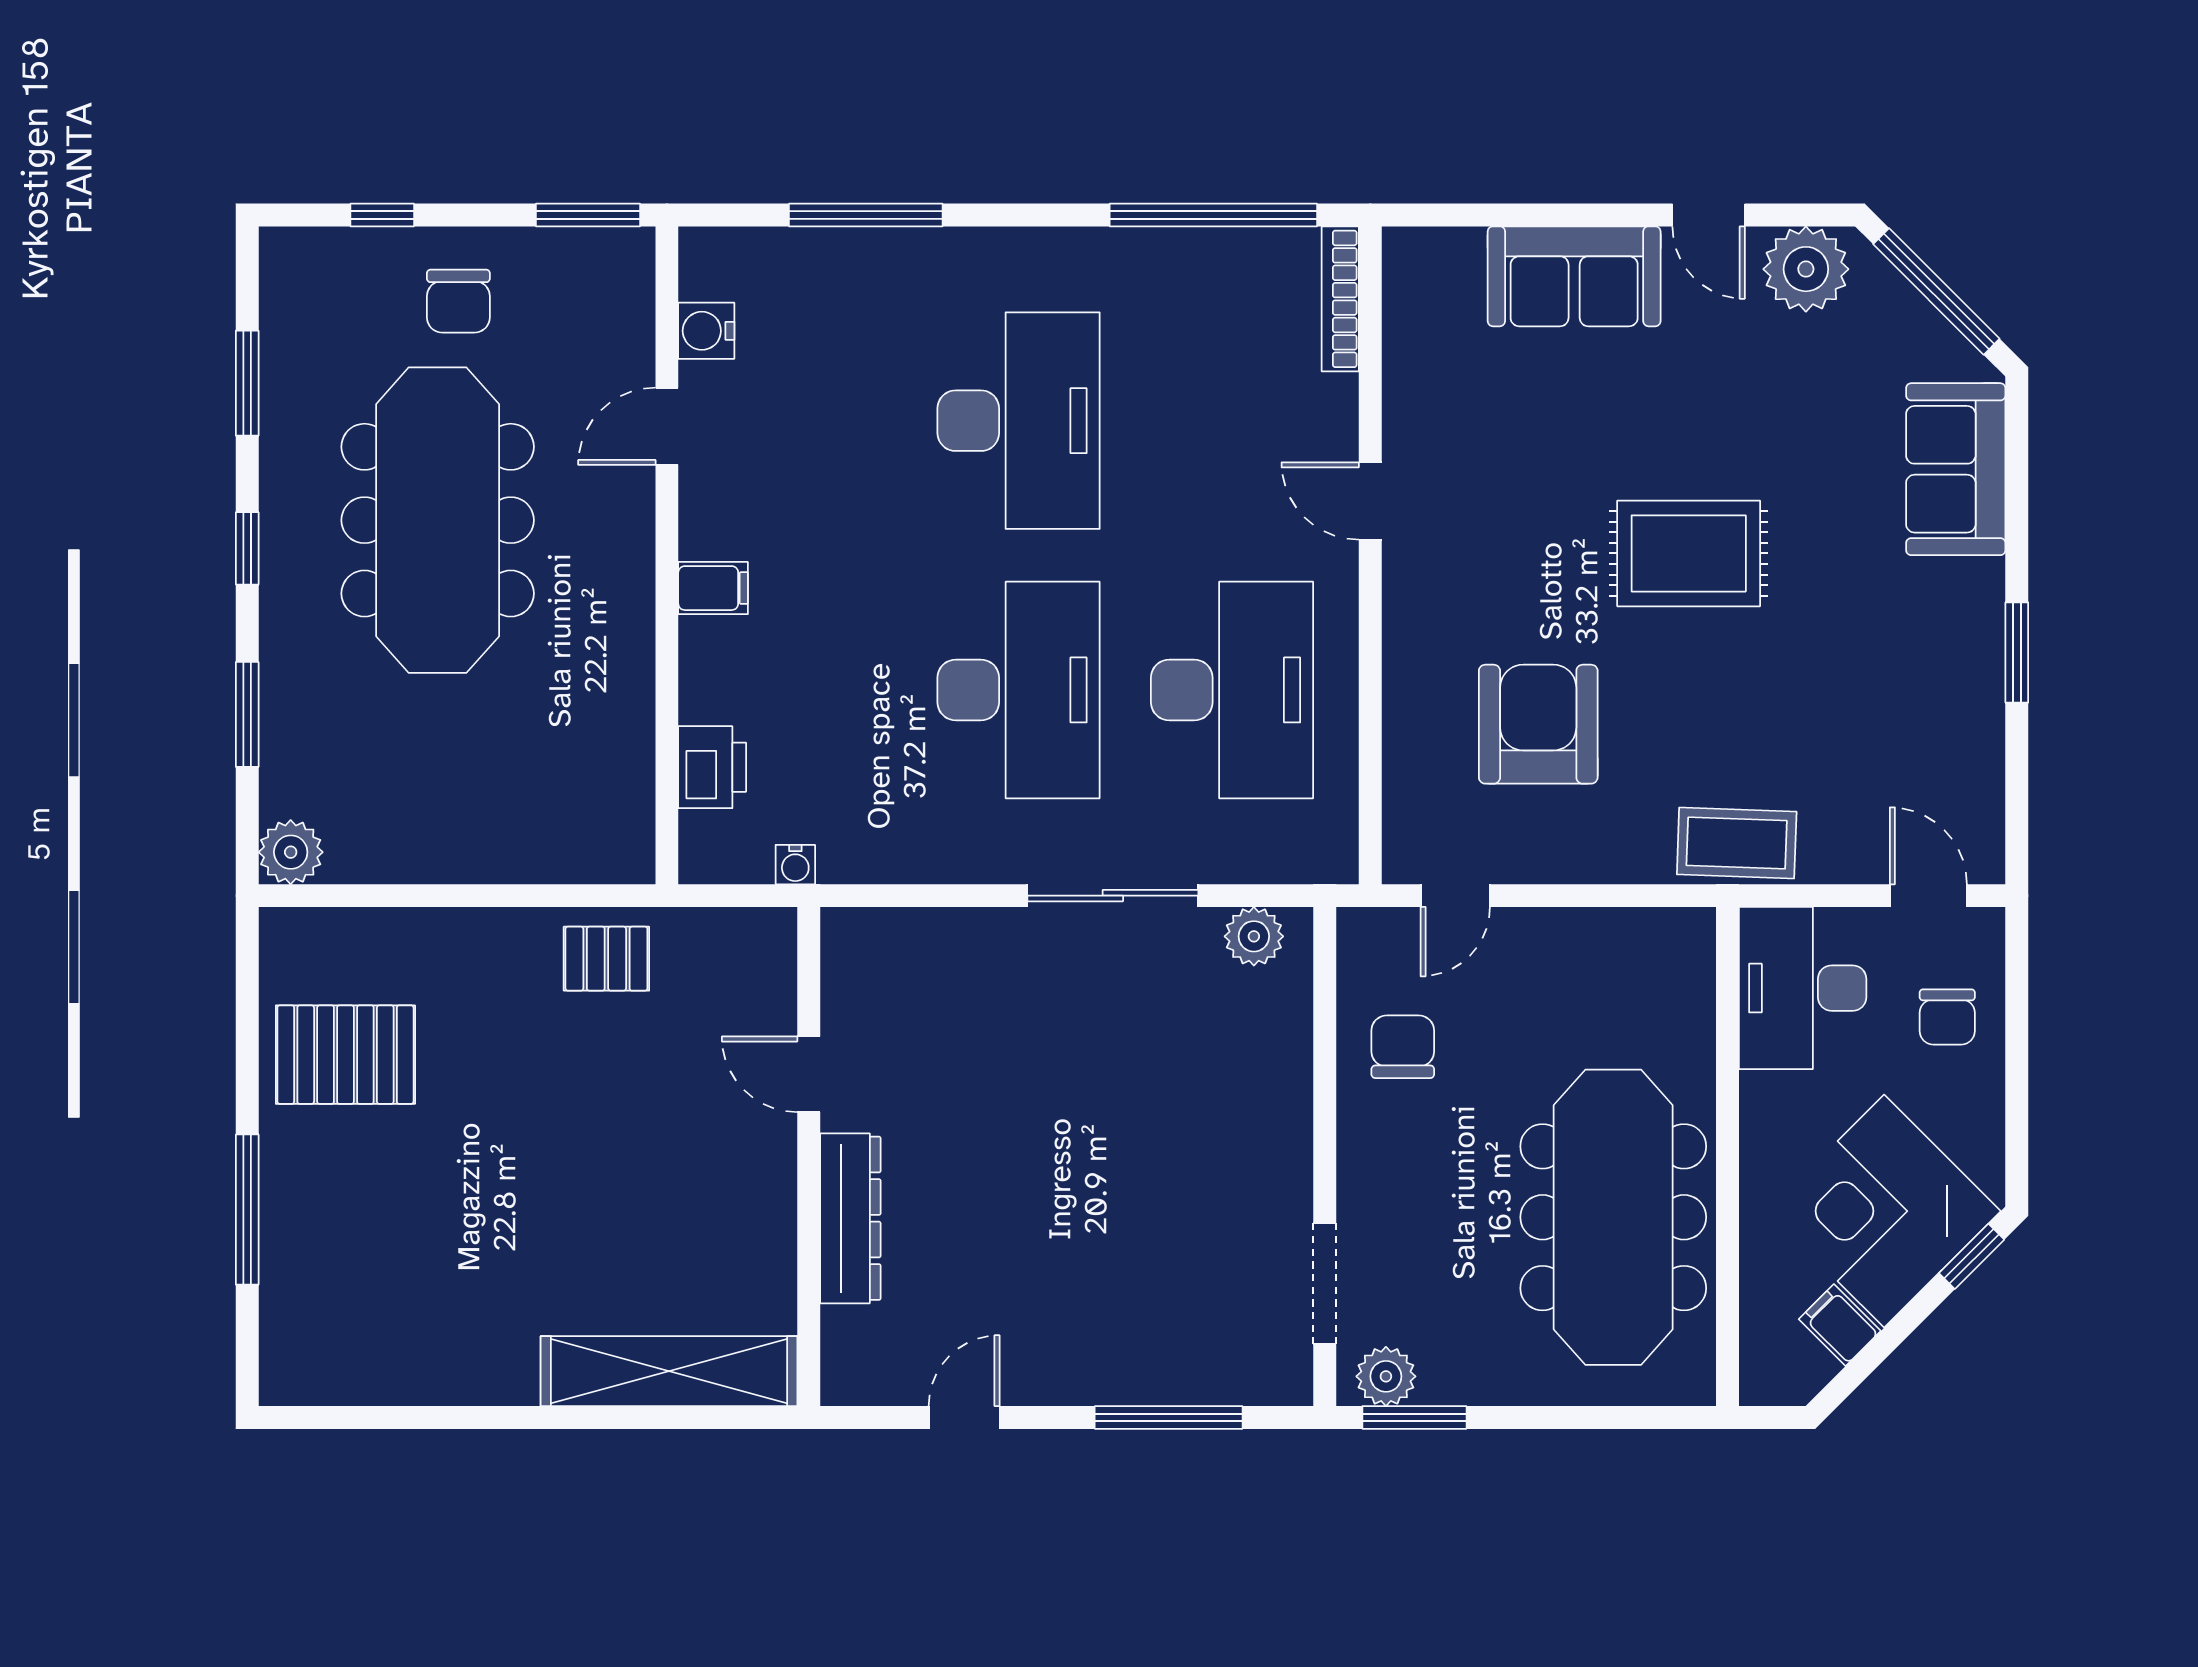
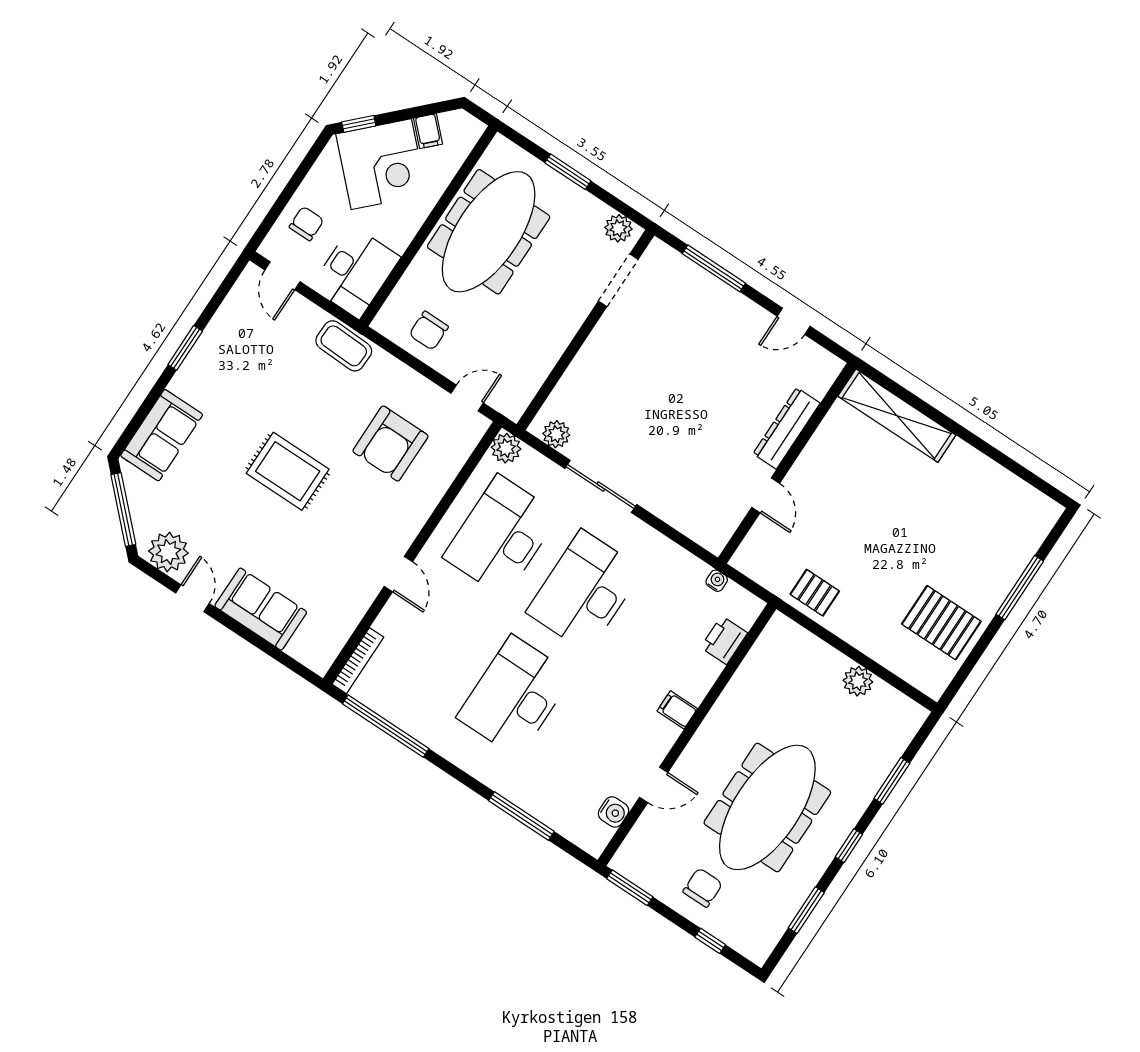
plant: (291, 852) -> (858, 681), moved
plant: (1327, 852) -> (506, 448), added
chair: (1403, 1047) -> (429, 331), moved
window: (1414, 1417) -> (568, 172), moved

